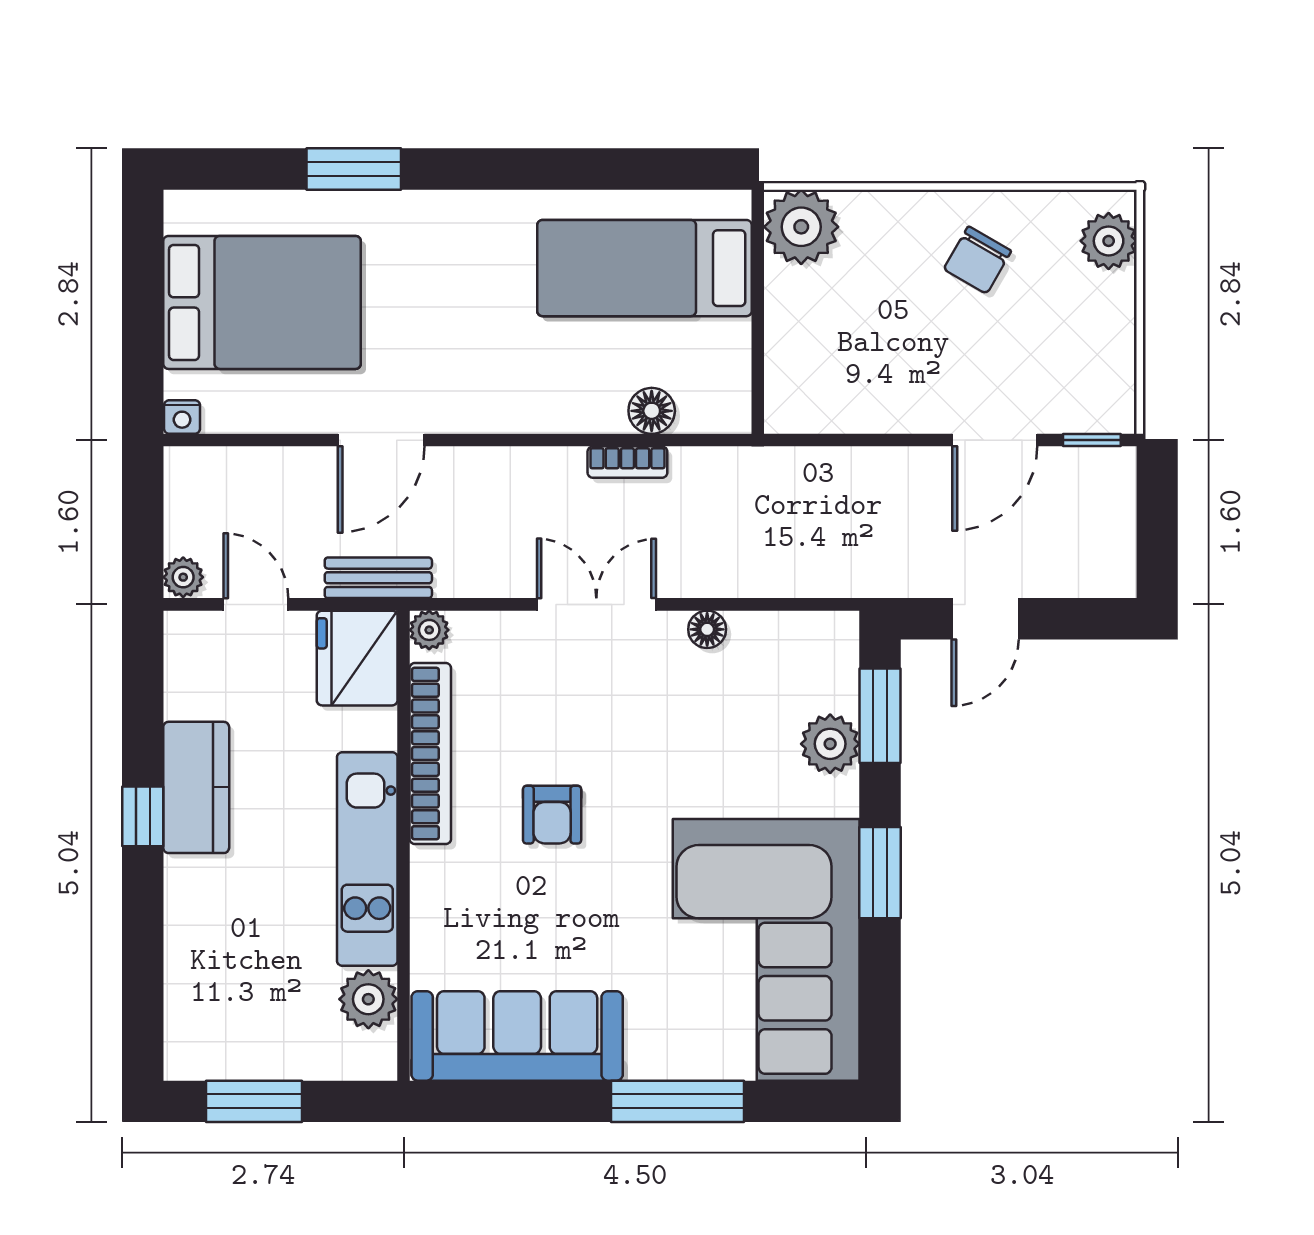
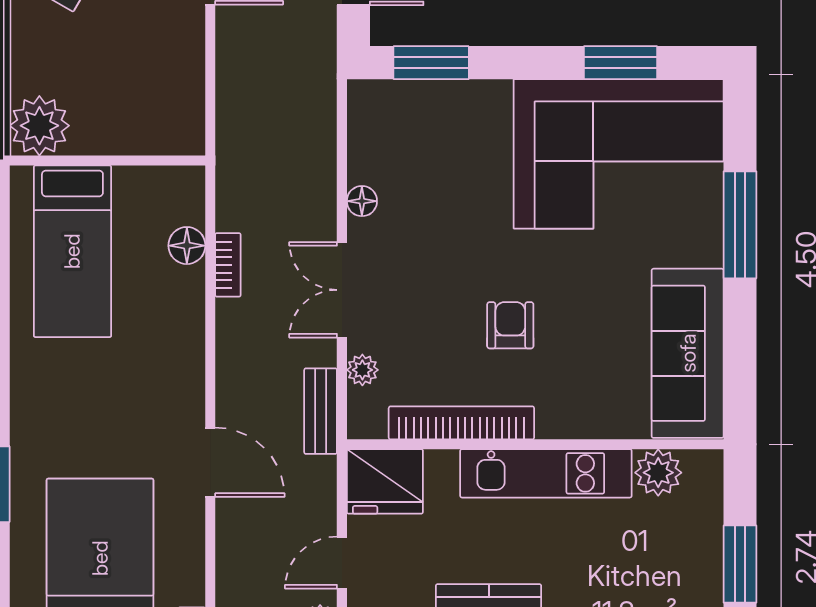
bench: (378, 578) -> (321, 411), moved
plant: (429, 630) -> (362, 370), moved
plant: (830, 744) -> (454, 103), removed
armchair: (552, 815) -> (510, 325), turned -90
window: (880, 873) -> (621, 63), moved

